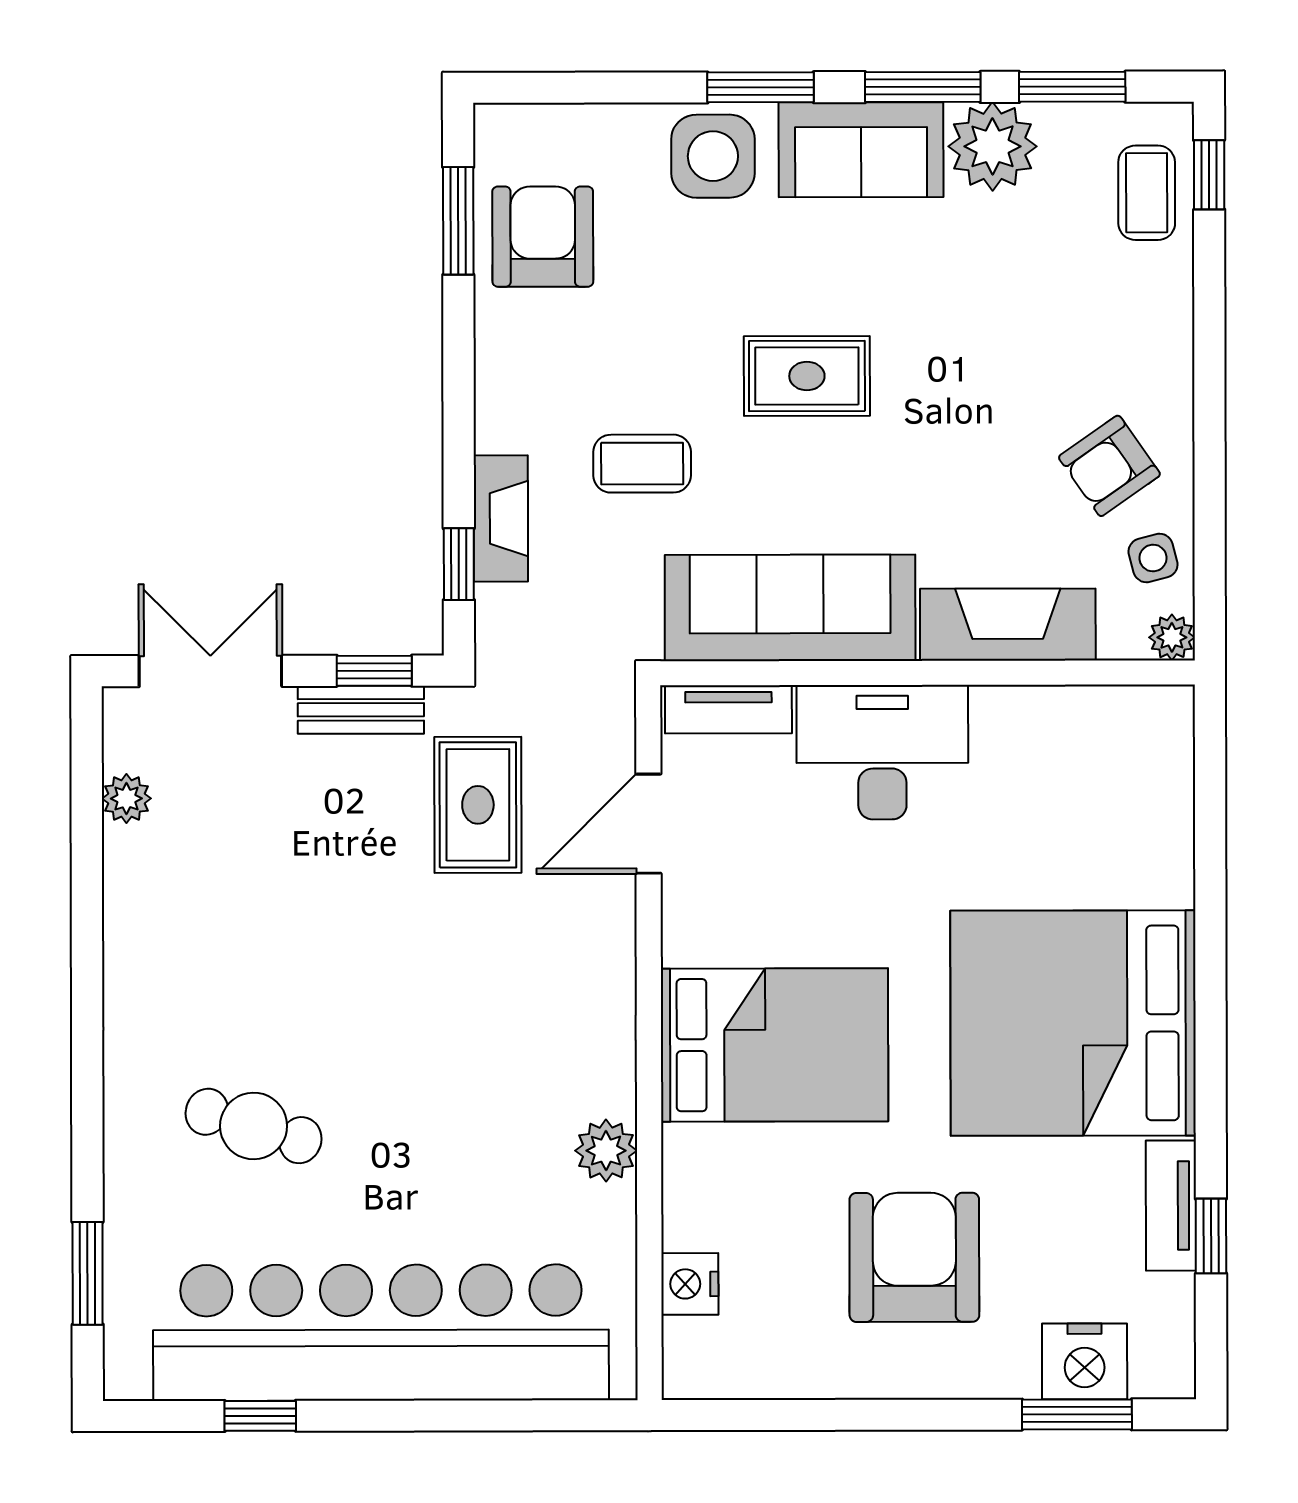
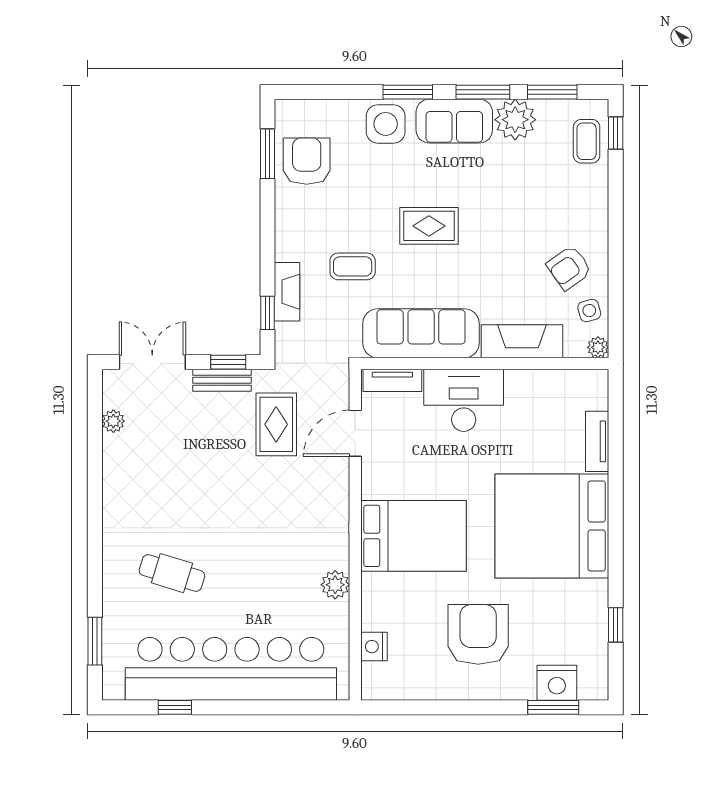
tv unit: (1171, 1206) -> (597, 441), moved

